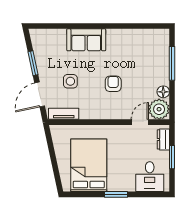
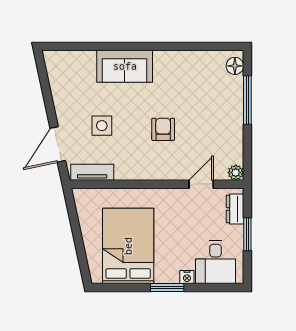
window: (33, 63) -> (48, 100), removed
floor lamp: (163, 92) -> (235, 66), moved
plant: (159, 109) -> (236, 173), width x0.53, depth x0.53
nightstand: (130, 187) -> (187, 277), added

